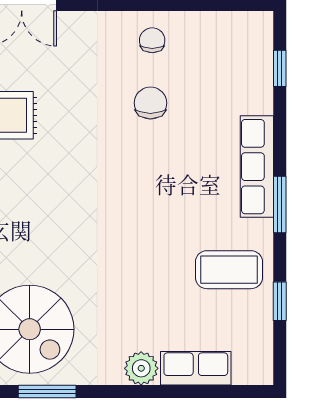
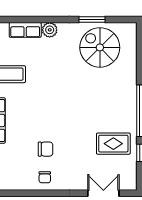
chair: (150, 103) -> (46, 149), turned -90

